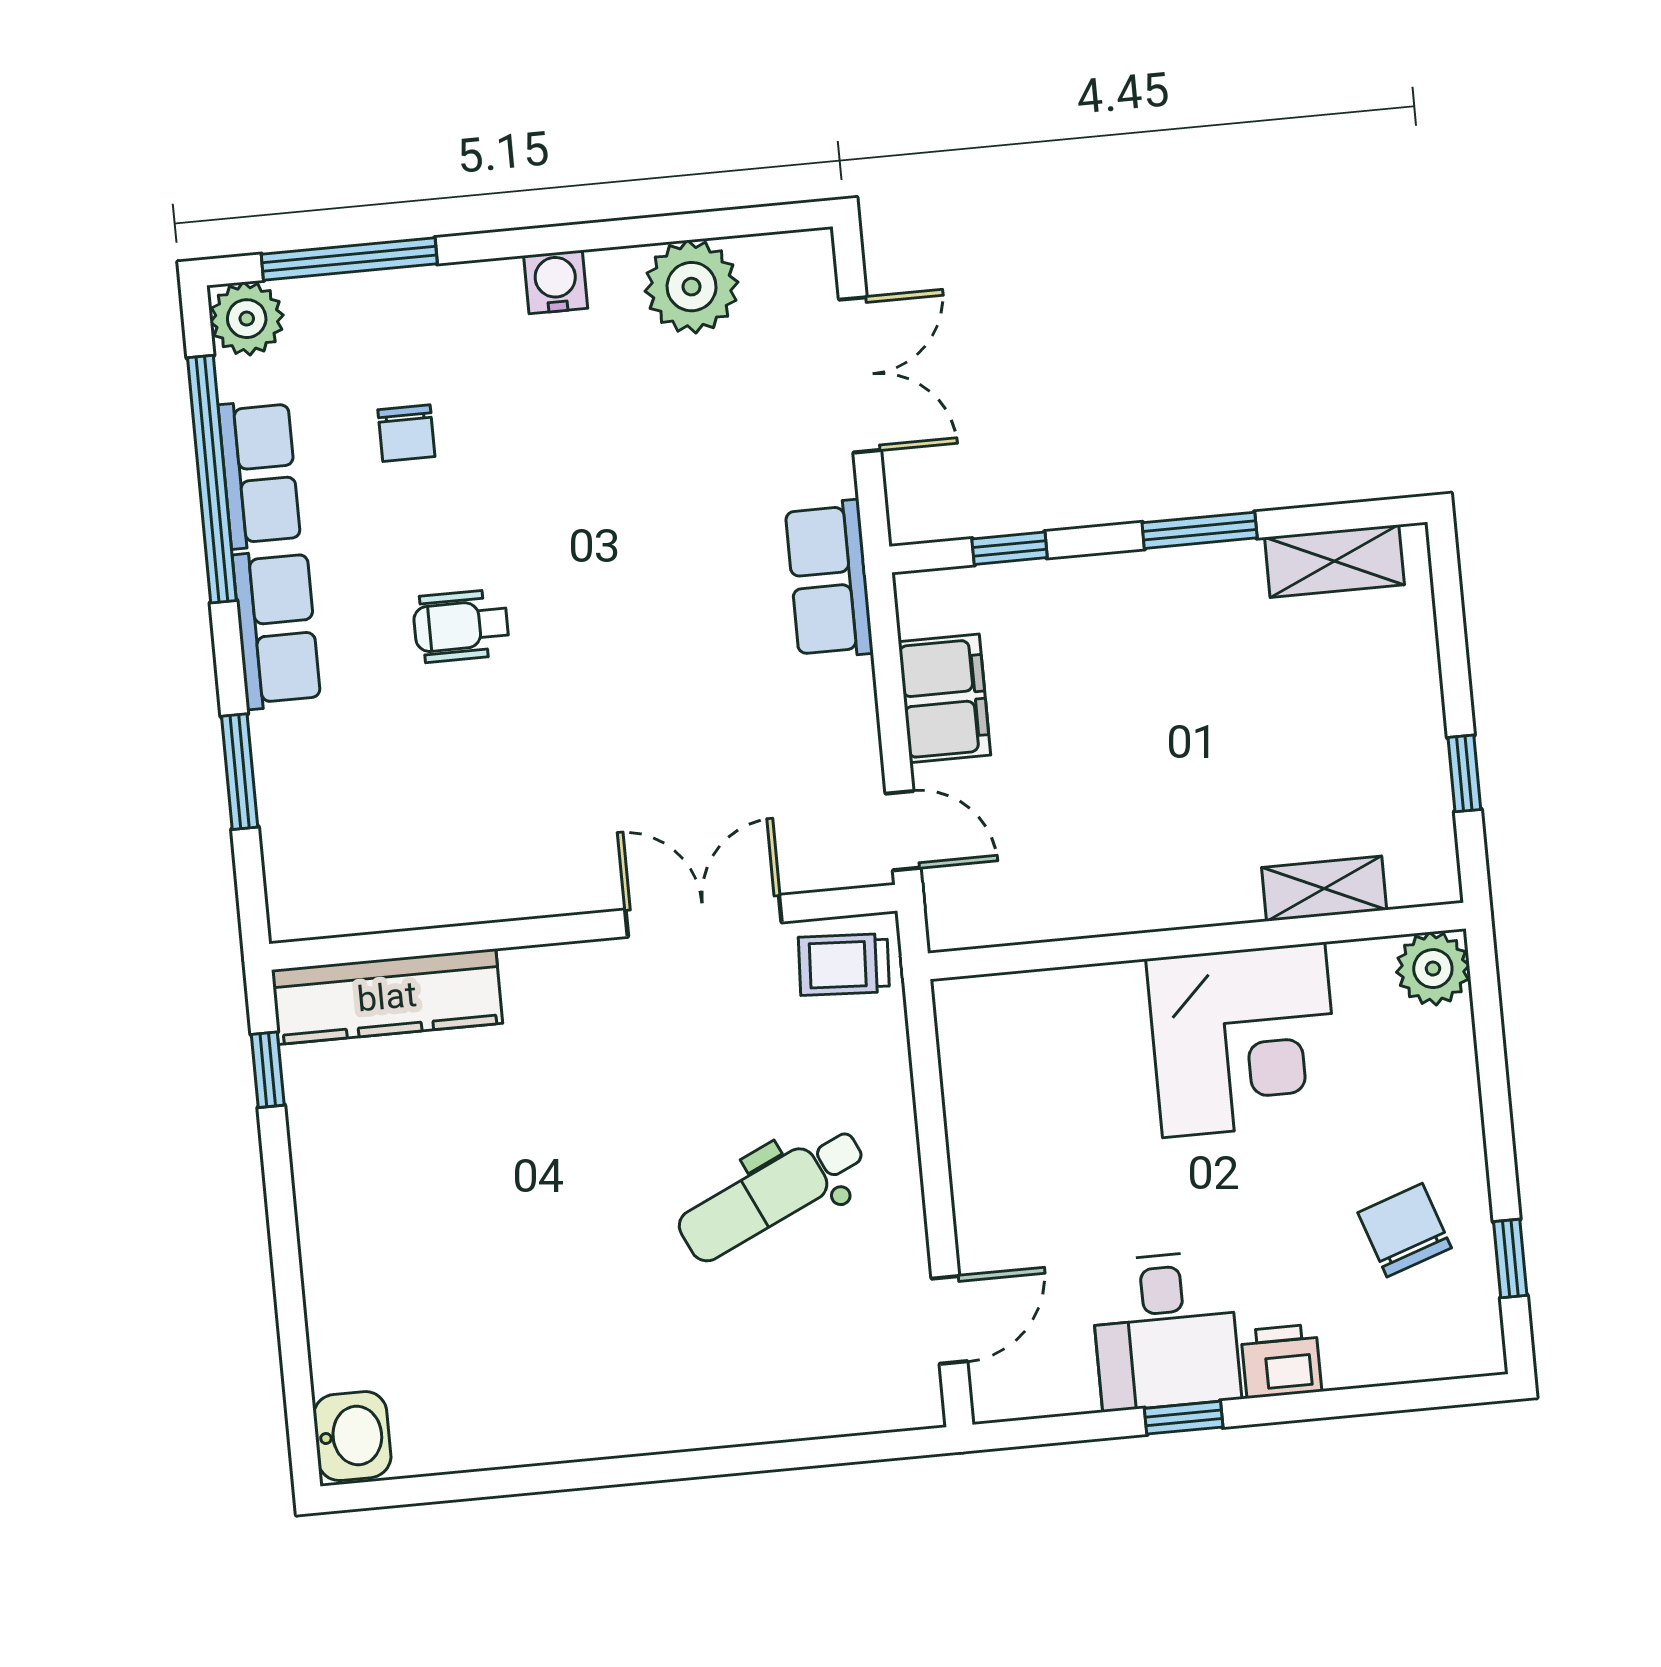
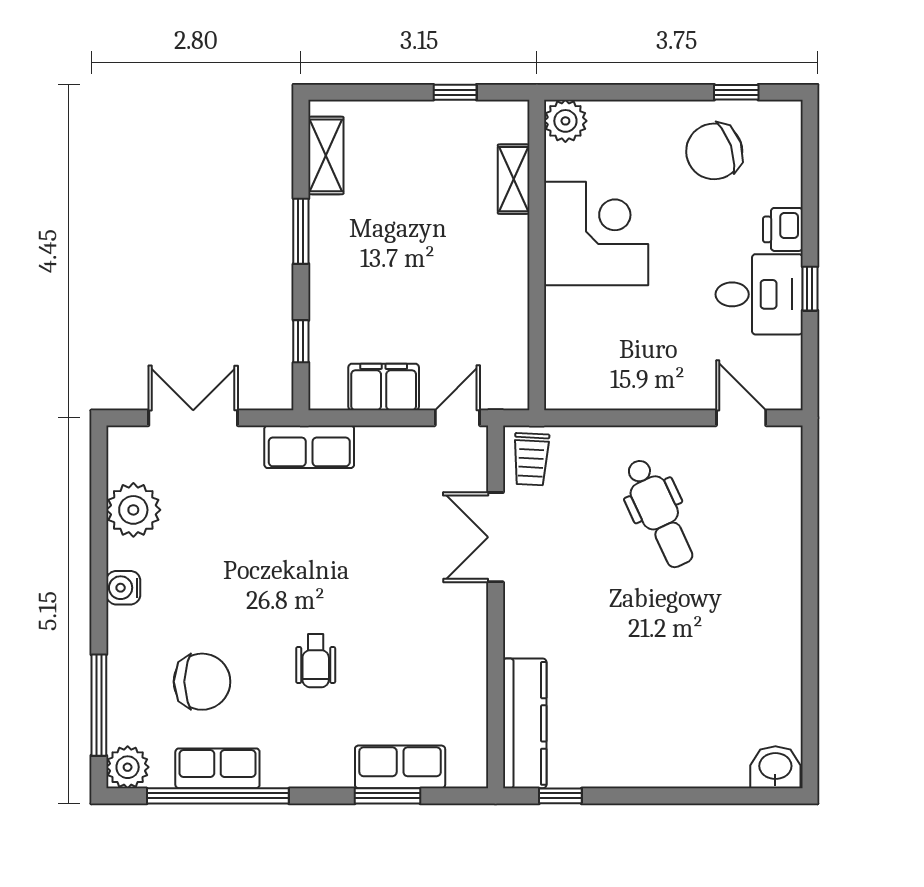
chair: (406, 433) -> (202, 682), width x1.87, depth x1.87
row of seats: (277, 629) -> (400, 767), moved
chair: (1405, 1230) -> (714, 151), width x1.37, depth x1.37

